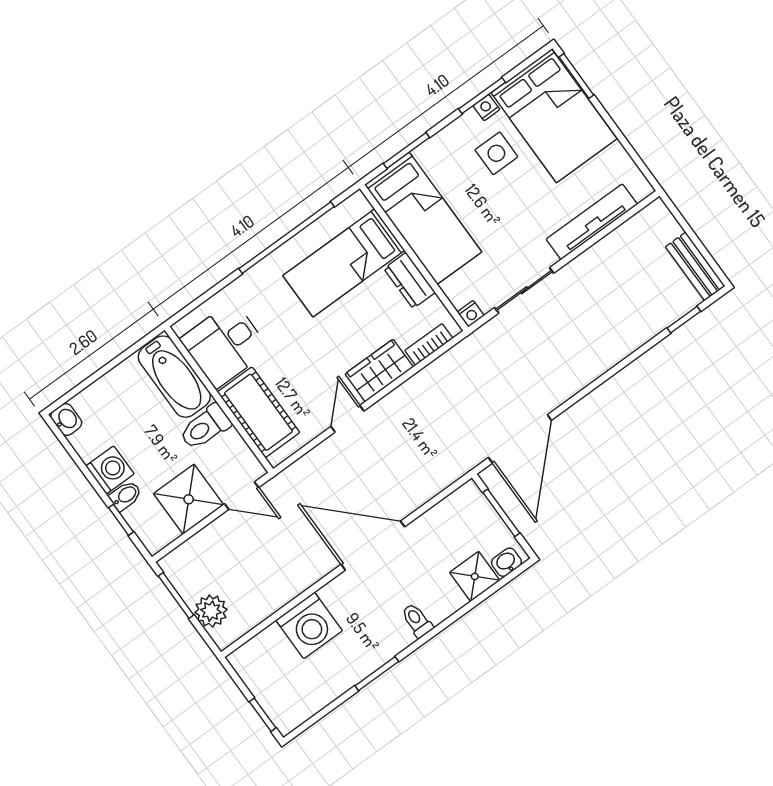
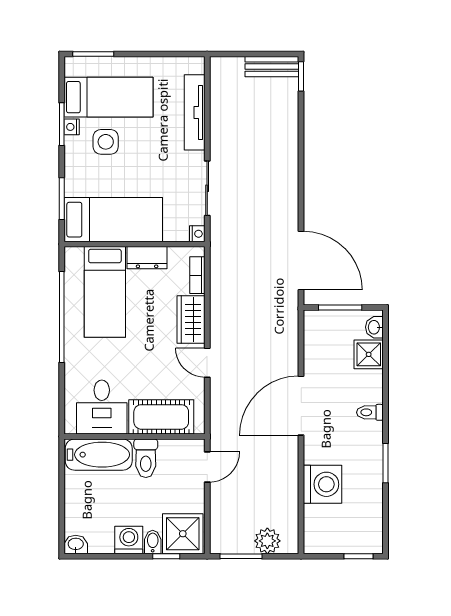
bed: (554, 116) -> (108, 97), width x0.67
window: (684, 320) -> (301, 76), moved
shower: (189, 499) -> (183, 534), moved

